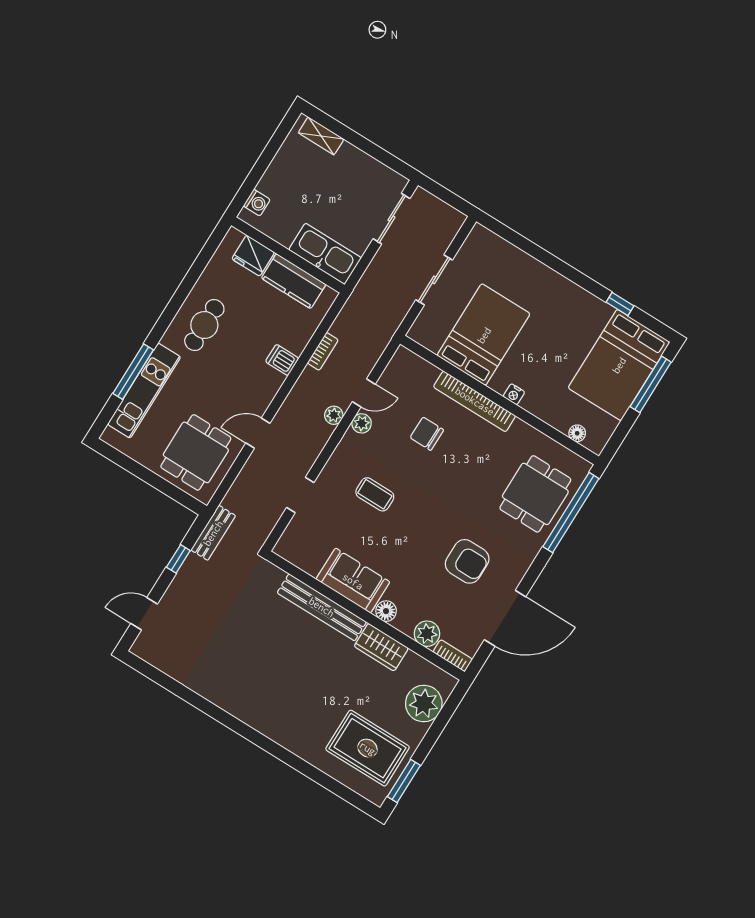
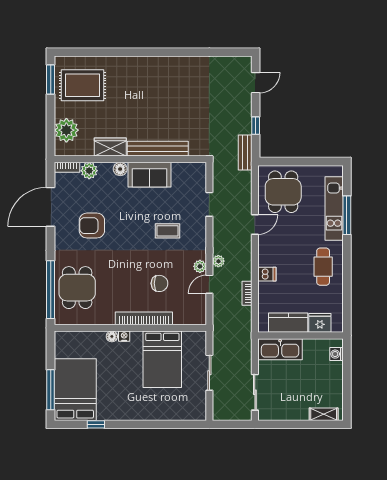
floor lamp: (577, 433) -> (112, 336), moved

